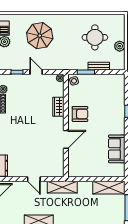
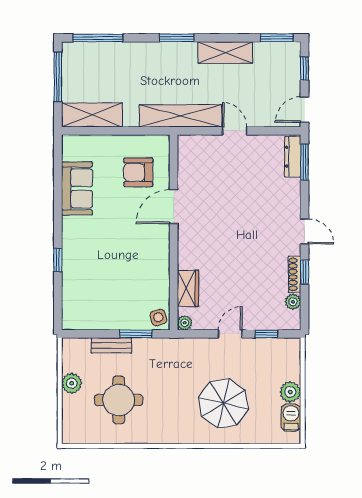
door: (36, 72) -> (230, 334), swing flipped
wardrobe: (58, 107) -> (188, 288), moved
armchair: (80, 114) -> (138, 172), moved
shelving: (62, 187) -> (181, 116), width x1.47

